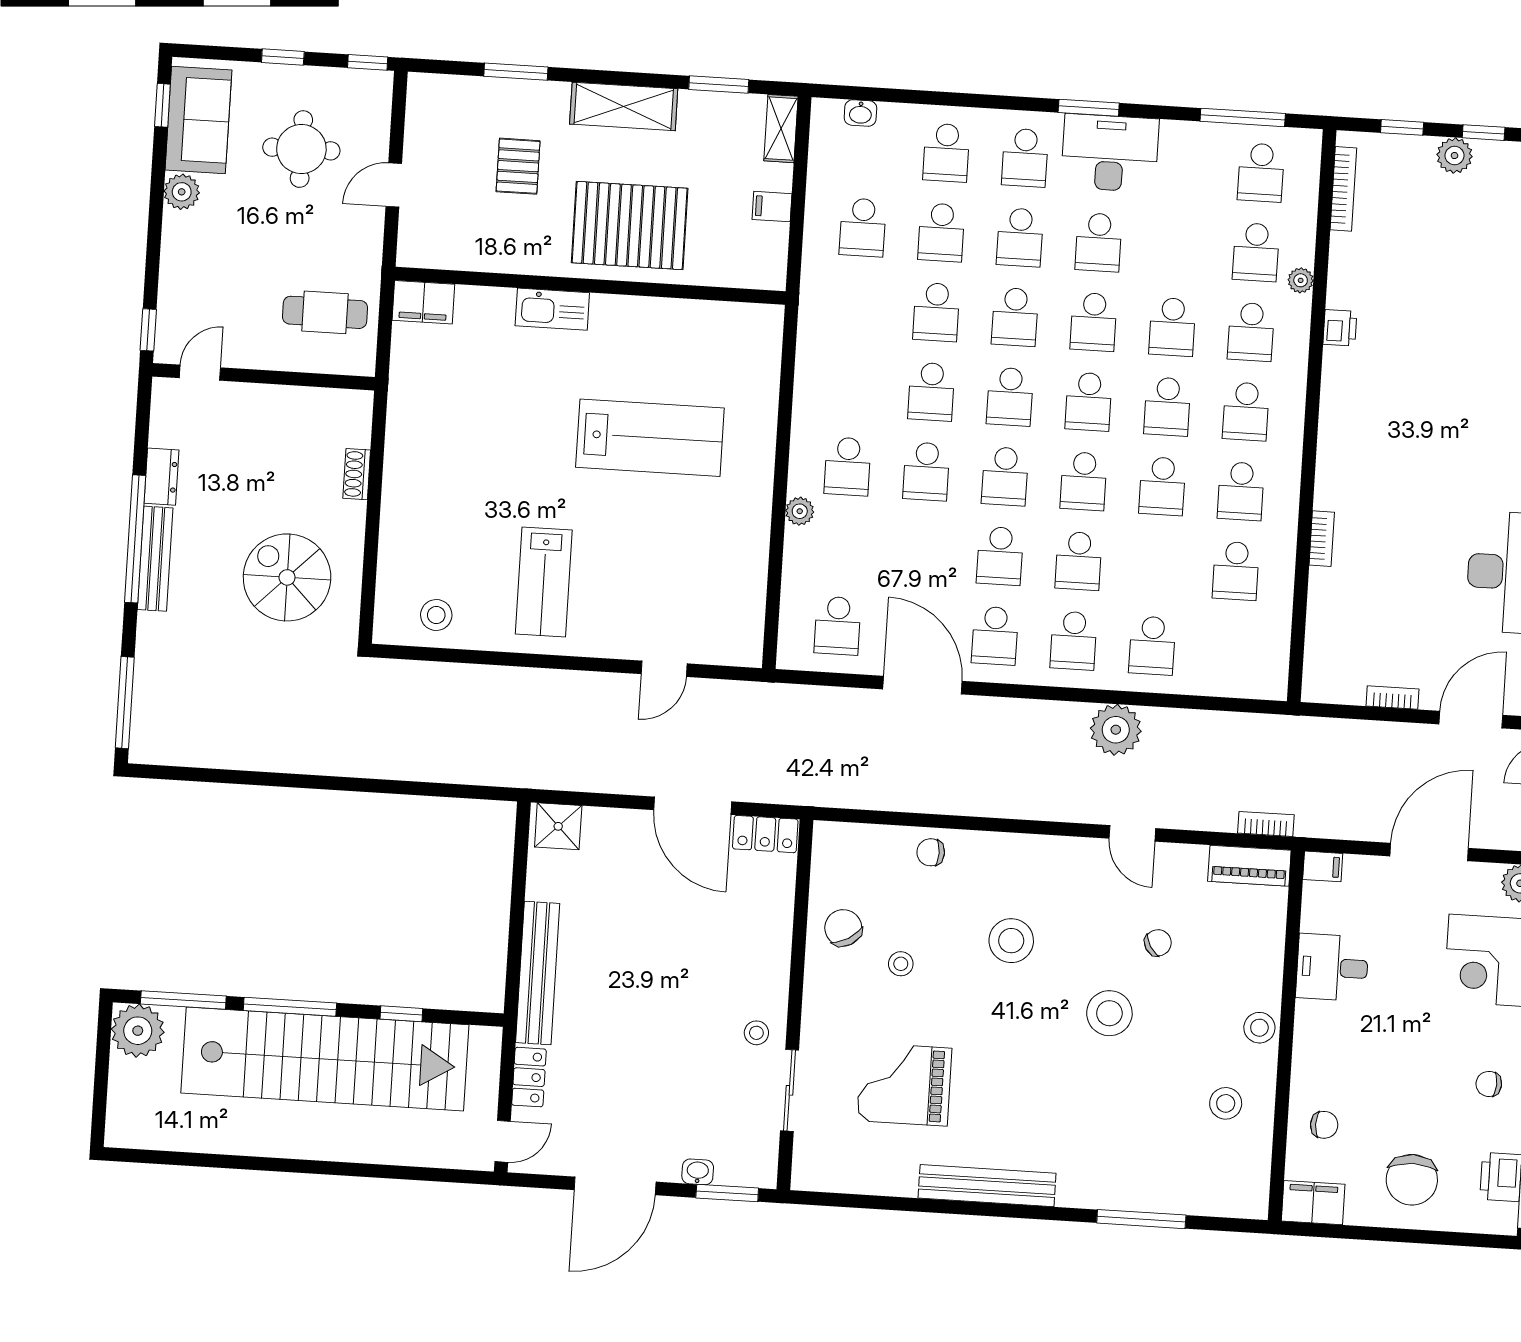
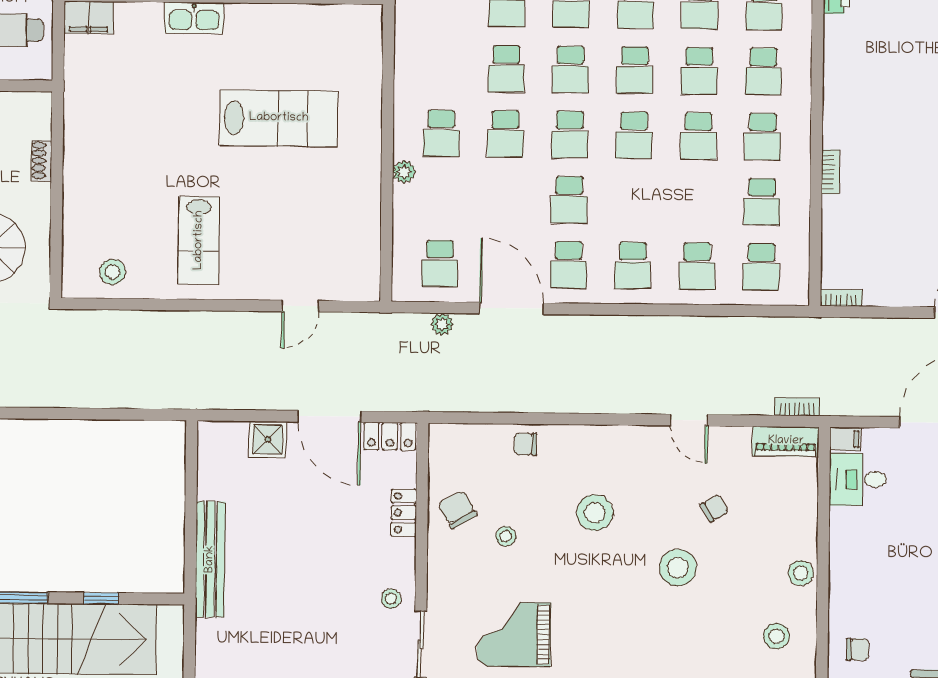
school desk: (1079, 561) -> (761, 267), moved
bookcase: (1393, 698) -> (841, 298), moved
plant: (1116, 730) -> (442, 324), moved, width x0.53, depth x0.53
shower: (558, 826) -> (268, 439), moved
desk: (1332, 967) -> (858, 479), moved
locker: (529, 1077) -> (404, 513), moved, turned 180

